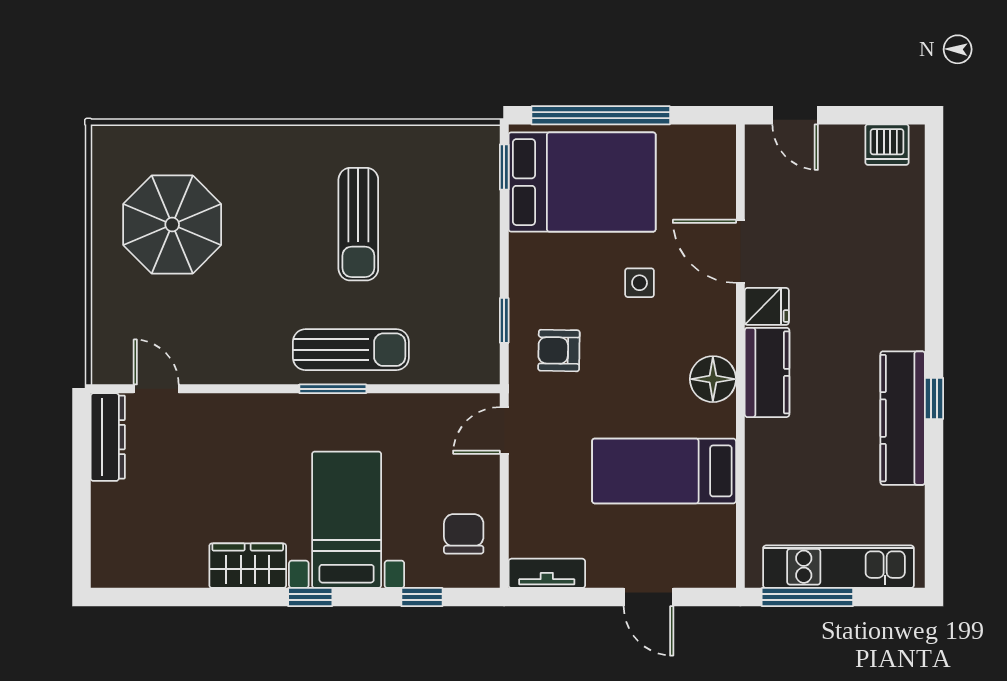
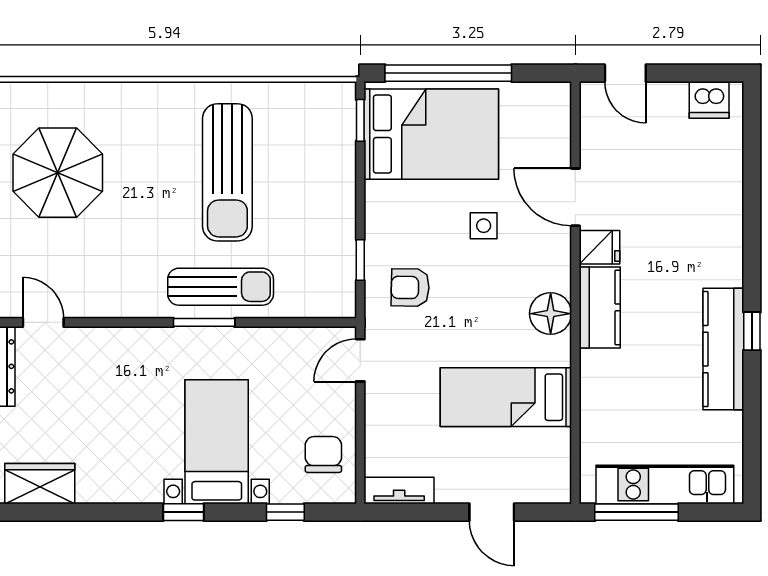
sun lounger: (358, 224) -> (227, 172), width x1.36, depth x1.34
wardrobe: (248, 566) -> (40, 484), moved

